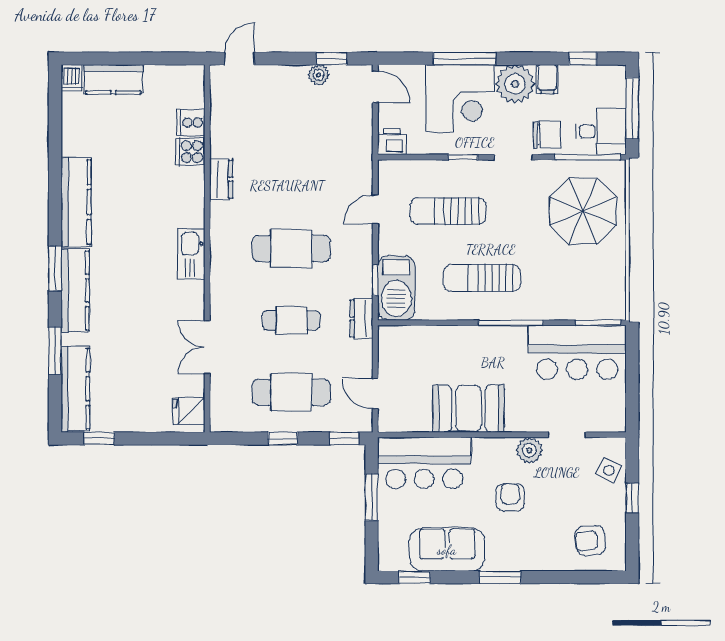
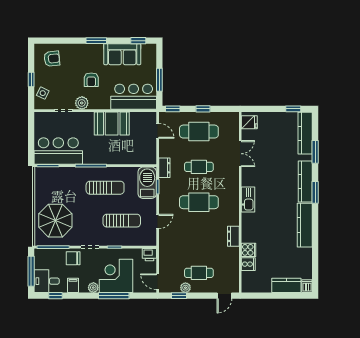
plant: (515, 84) -> (93, 288), width x0.53, depth x0.53
cafe table: (291, 105) -> (199, 273), added
desk: (601, 131) -> (47, 281), moved

